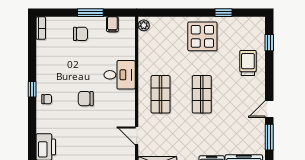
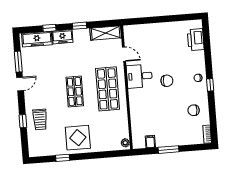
chair: (81, 34) -> (194, 110), moved
window: (269, 43) -> (23, 121), moved
desk: (120, 75) -> (139, 76), moved
shop shelf: (161, 94) -> (108, 89), width x1.43, depth x1.36

